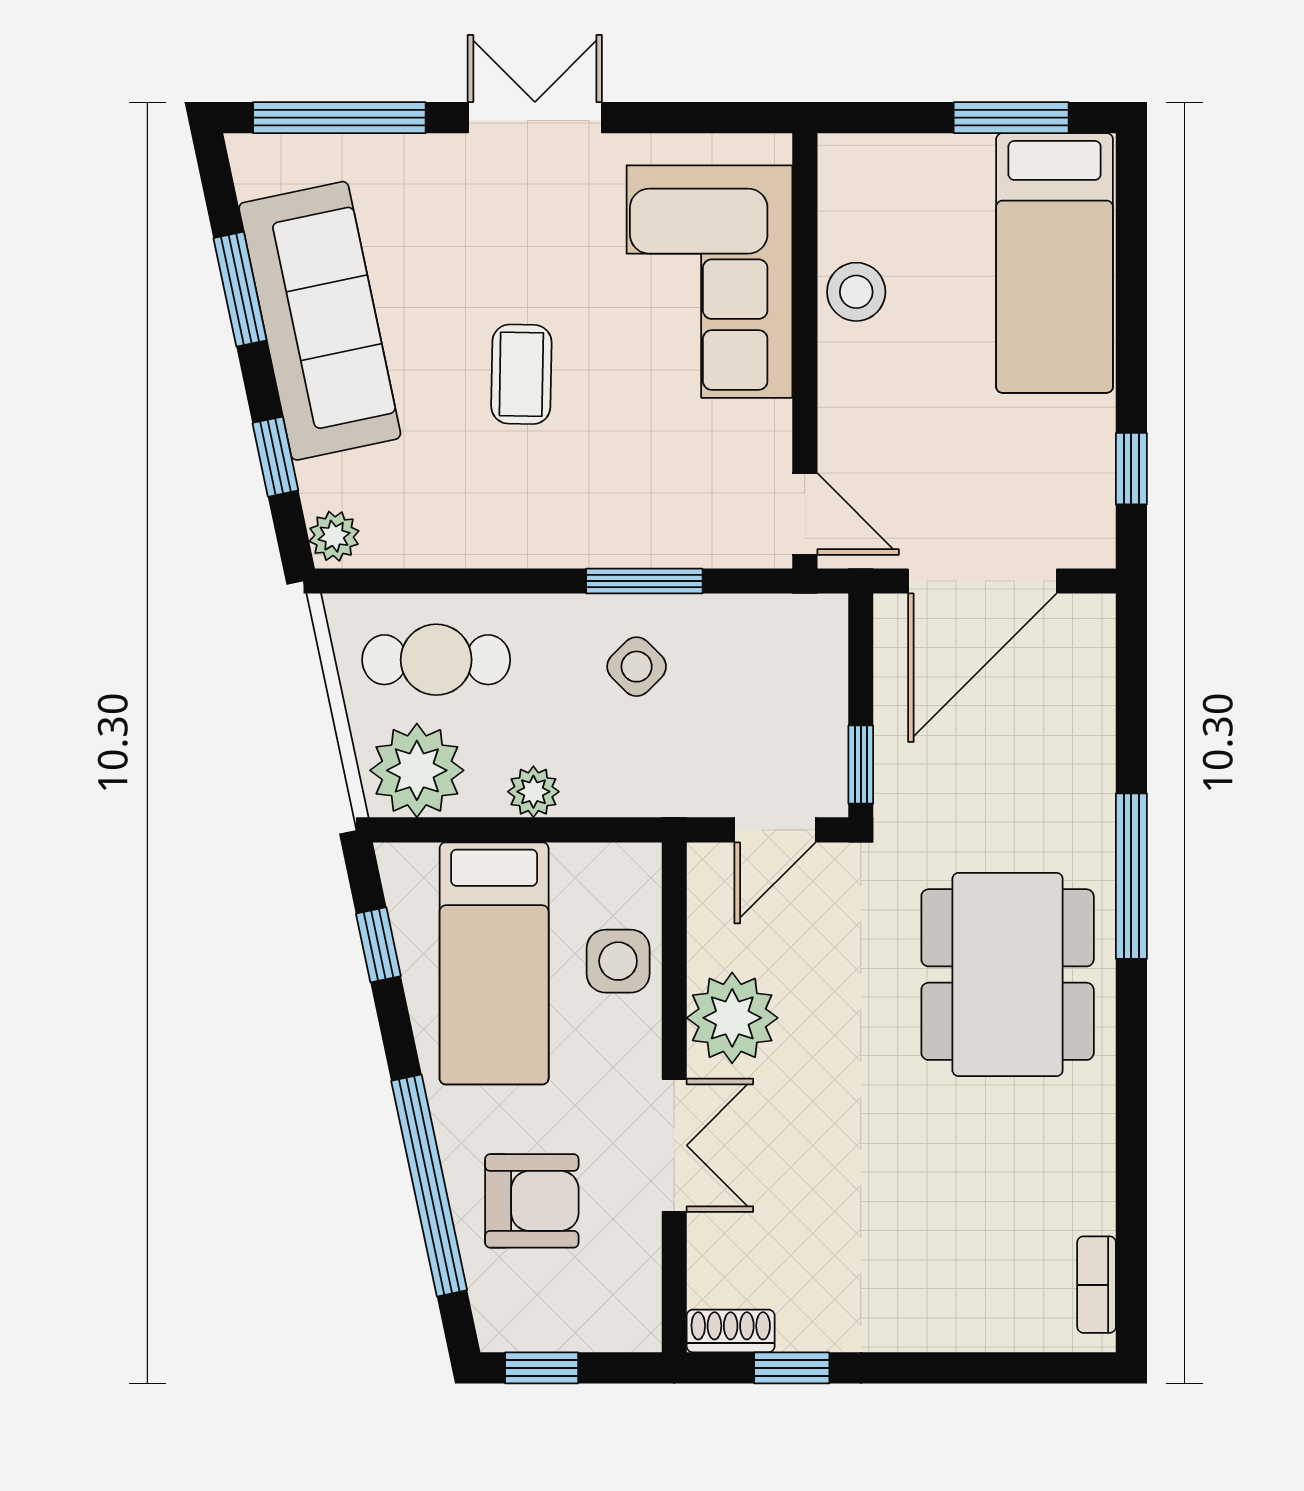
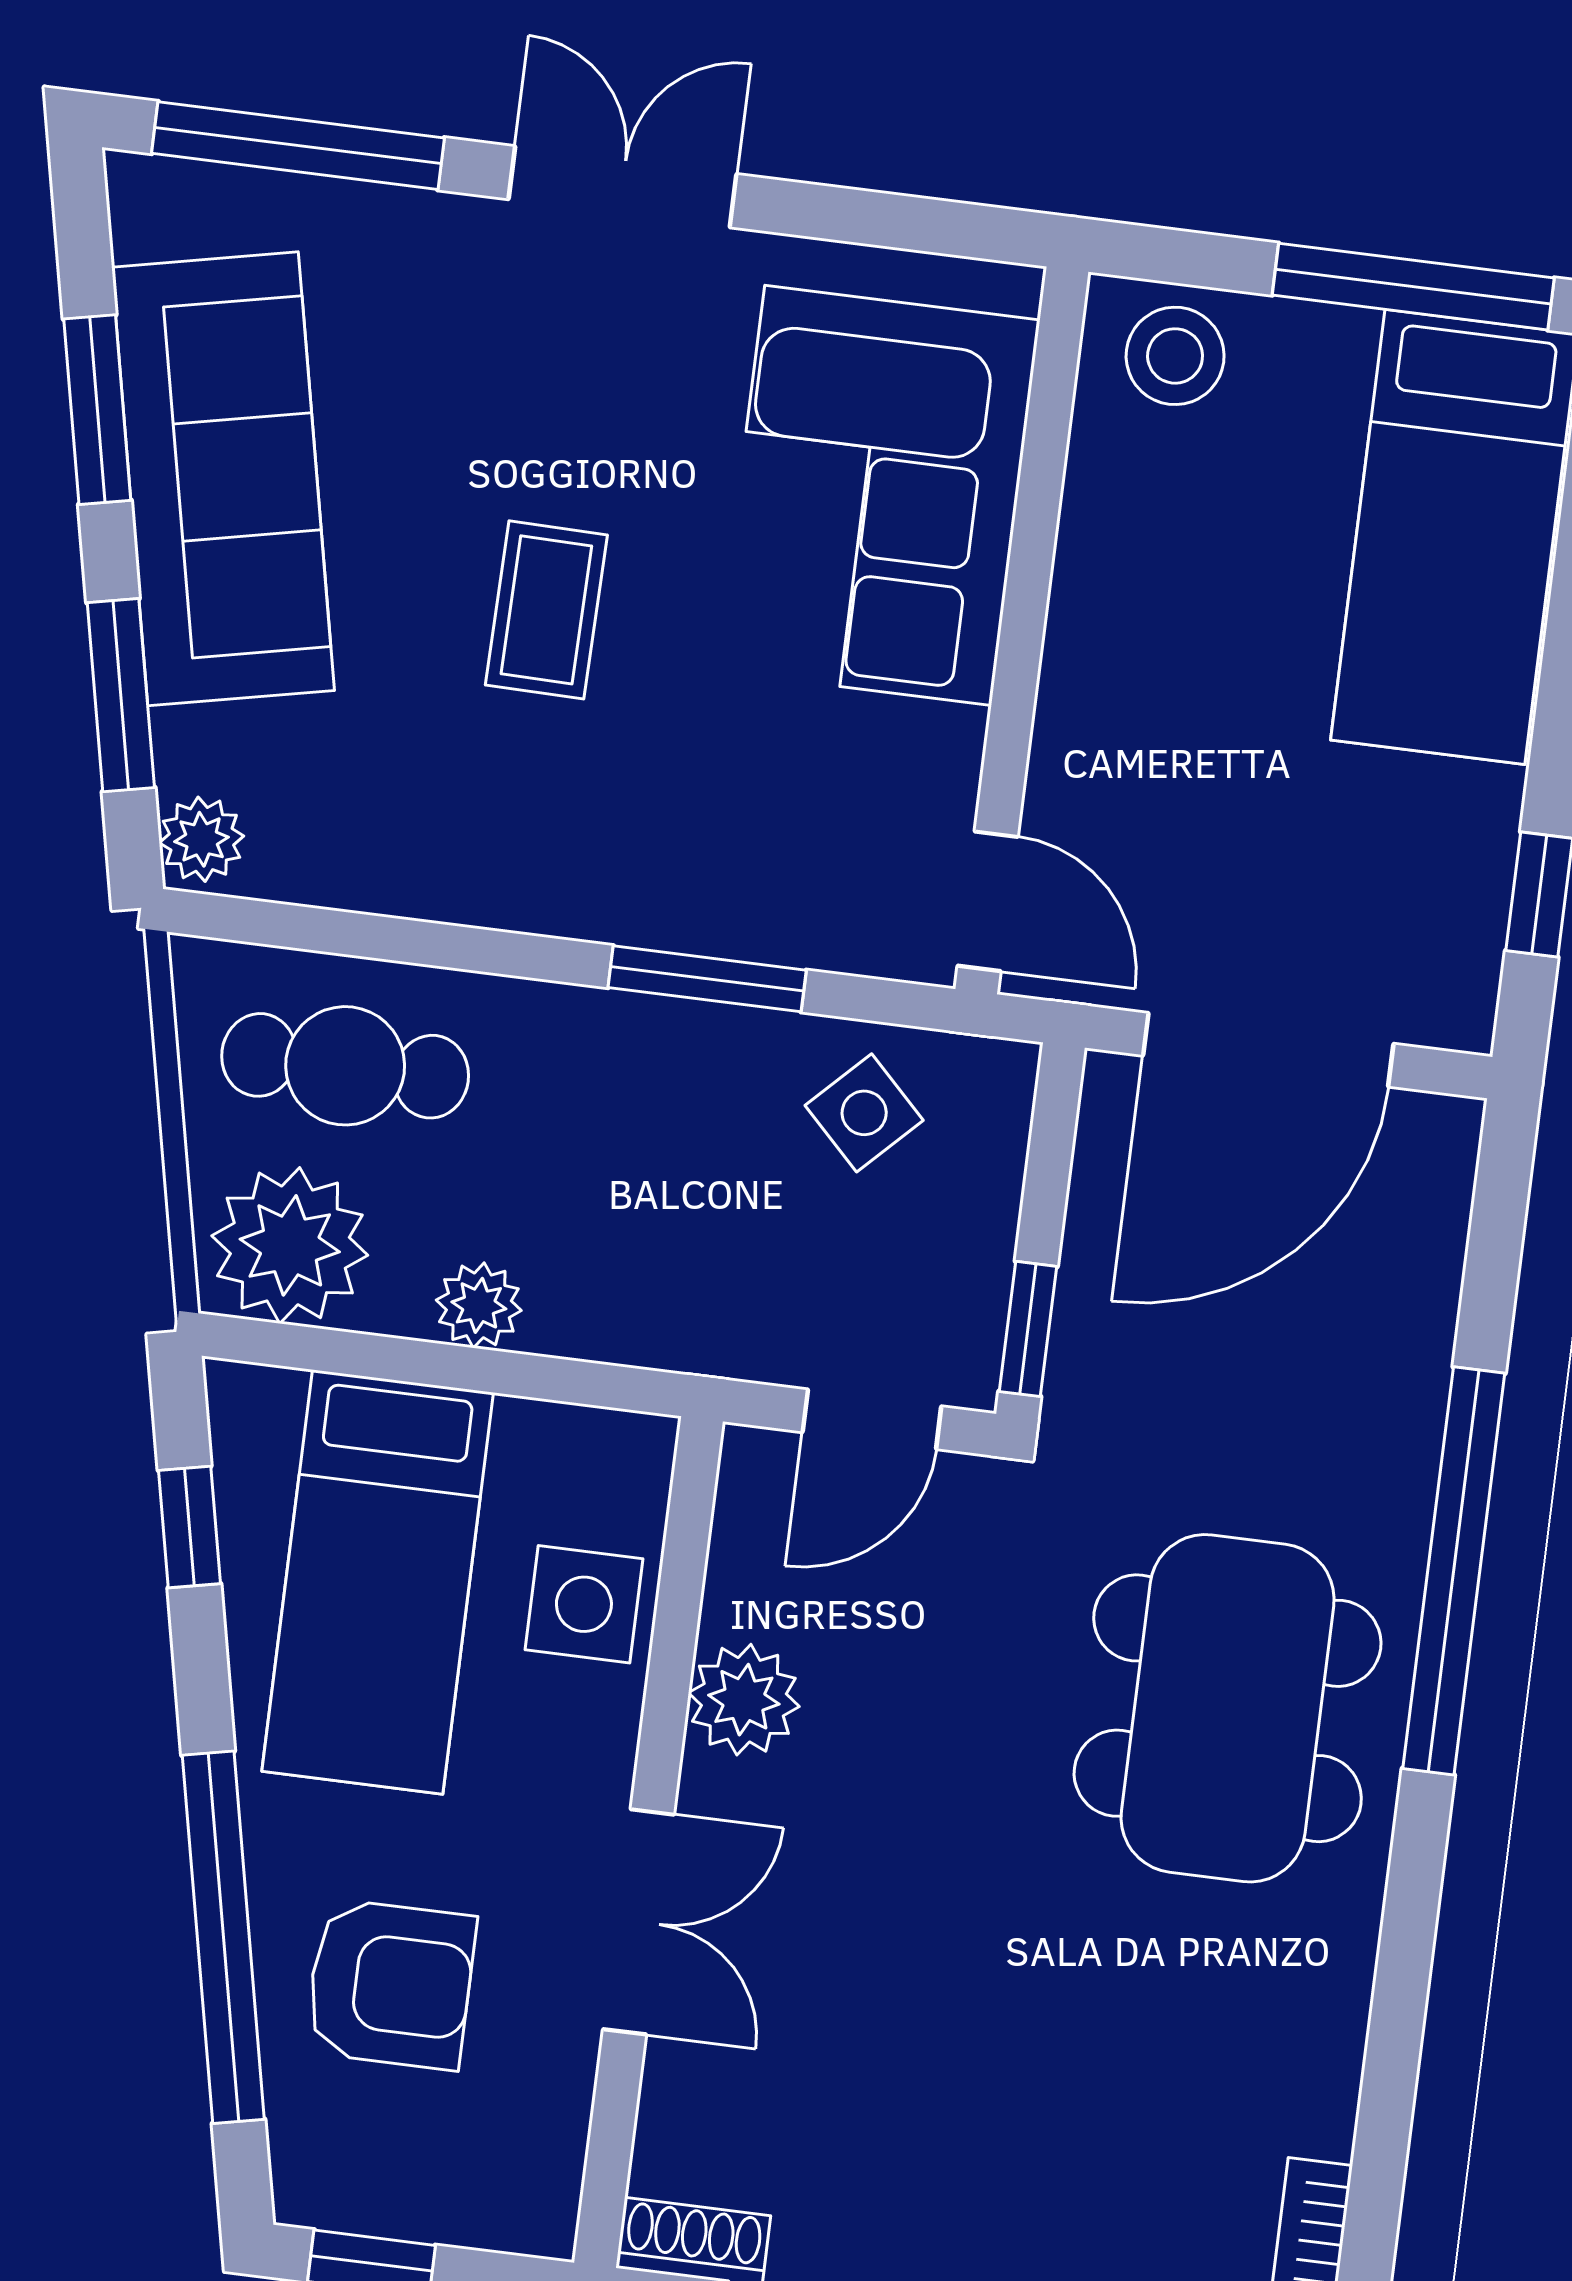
window: (1011, 118) -> (1413, 287), width x1.44
stool: (856, 292) -> (1175, 356), moved
window: (275, 457) -> (121, 695), width x1.50
side table: (637, 667) -> (864, 1113), moved
window: (1131, 876) -> (1454, 1571), width x1.46
plant: (732, 1018) -> (744, 1700), width x0.73, depth x0.73

